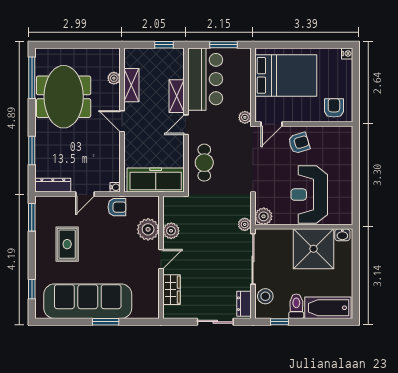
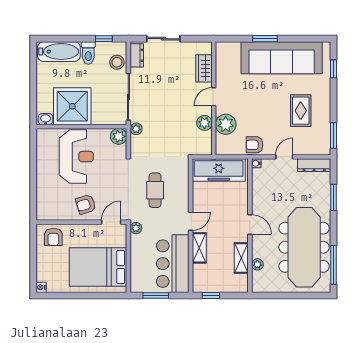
meeting table: (64, 97) -> (304, 247), width x1.36
cafe table: (204, 163) -> (155, 190), moved

